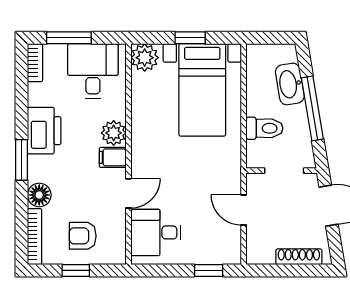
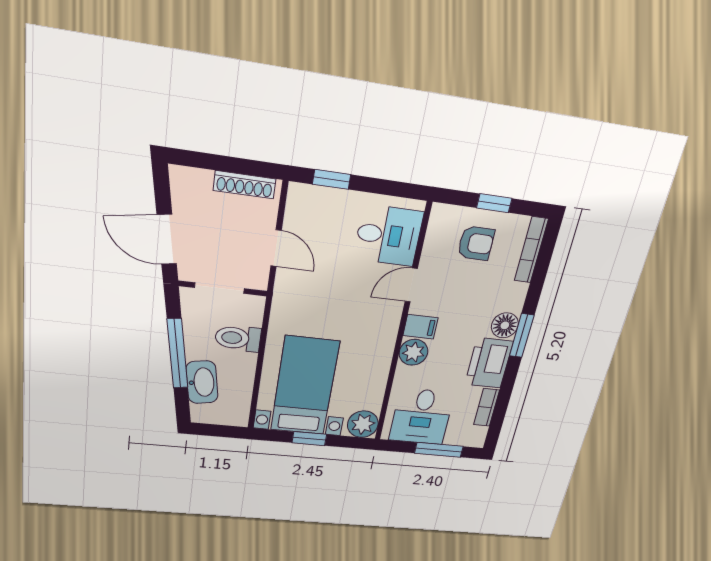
bookcase: (35, 63) -> (487, 407), moved
floor lamp: (39, 195) -> (505, 325), moved
shoe rack: (299, 257) -> (245, 185), moved

